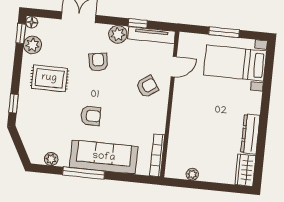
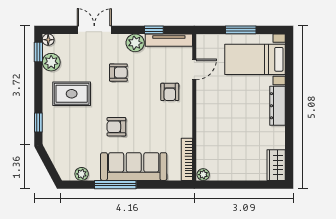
armchair: (98, 62) -> (118, 73), turned 99
armchair: (147, 87) -> (170, 92), turned 125
armchair: (91, 116) -> (116, 127), turned 180
dresser: (250, 134) -> (277, 106), moved
plant: (192, 174) -> (203, 175), moved

